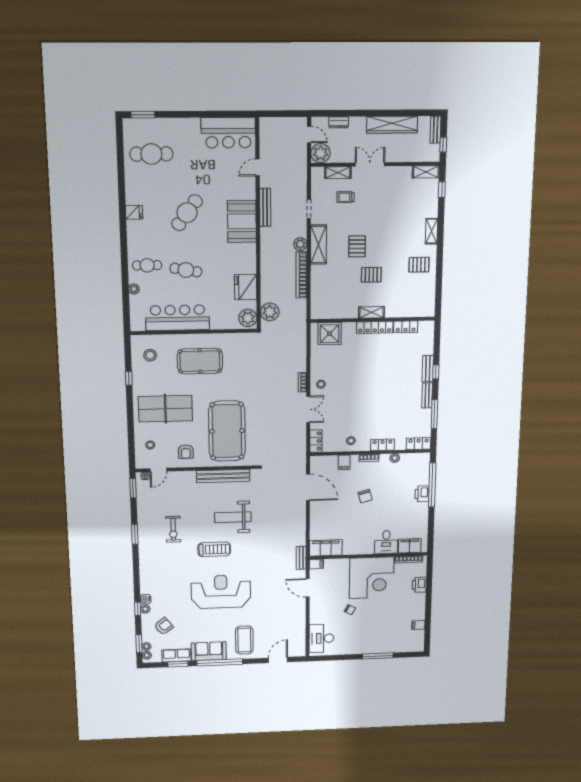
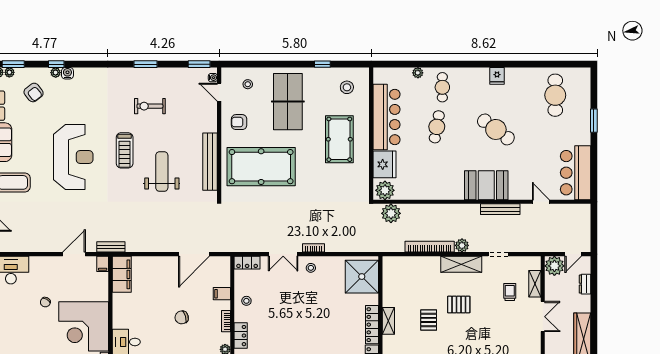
window: (143, 115) -> (594, 121), moved
fridge: (246, 287) -> (385, 164), moved, turned 90
shower: (330, 334) -> (362, 277), width x1.37, depth x1.37

